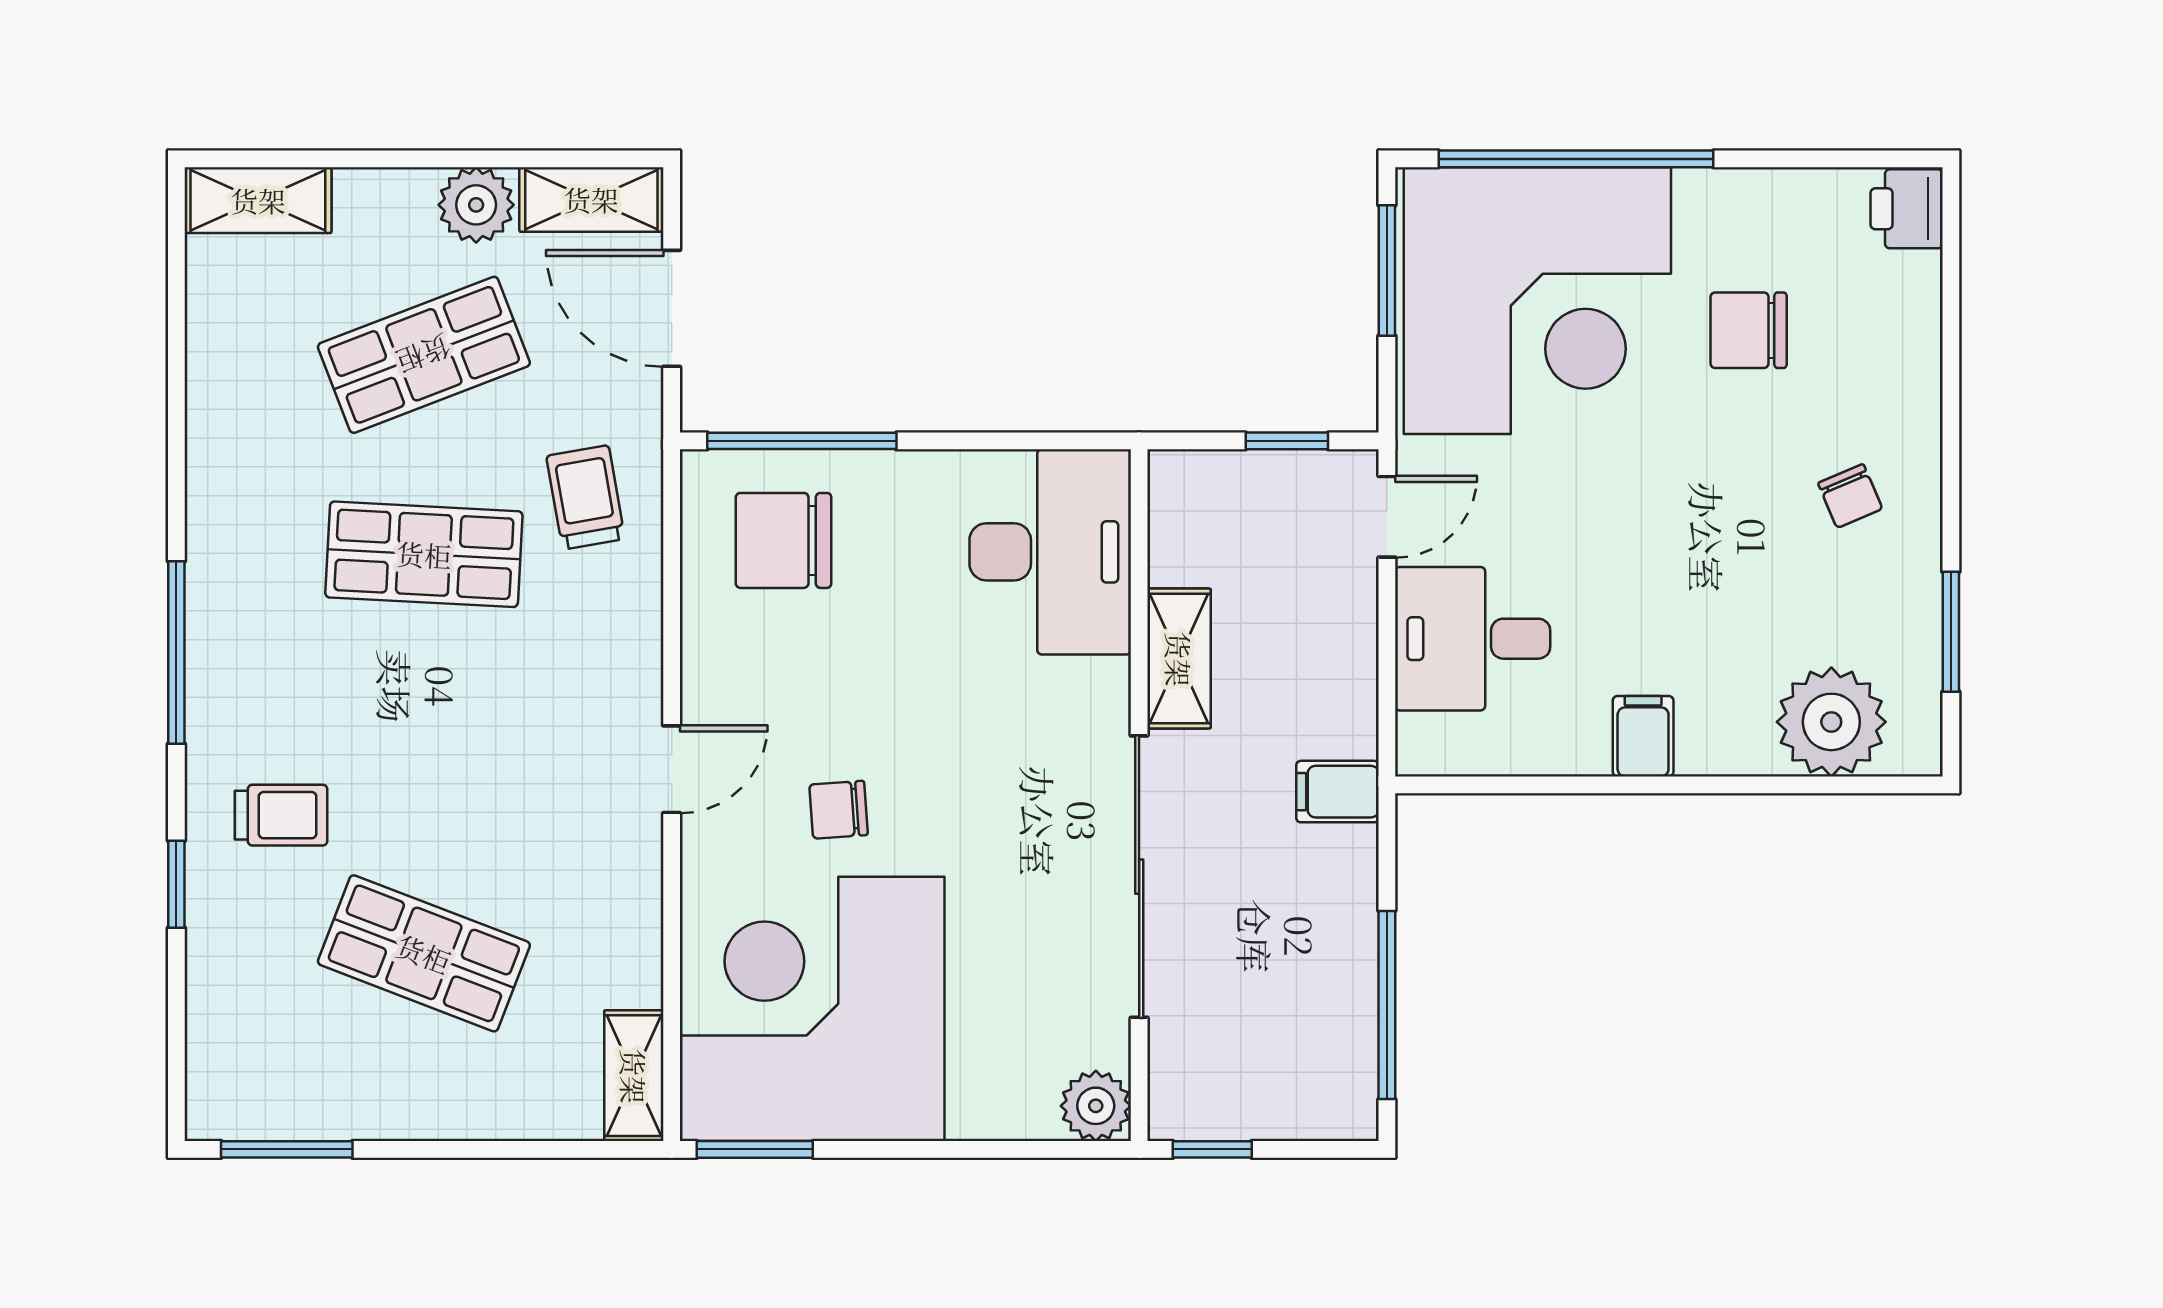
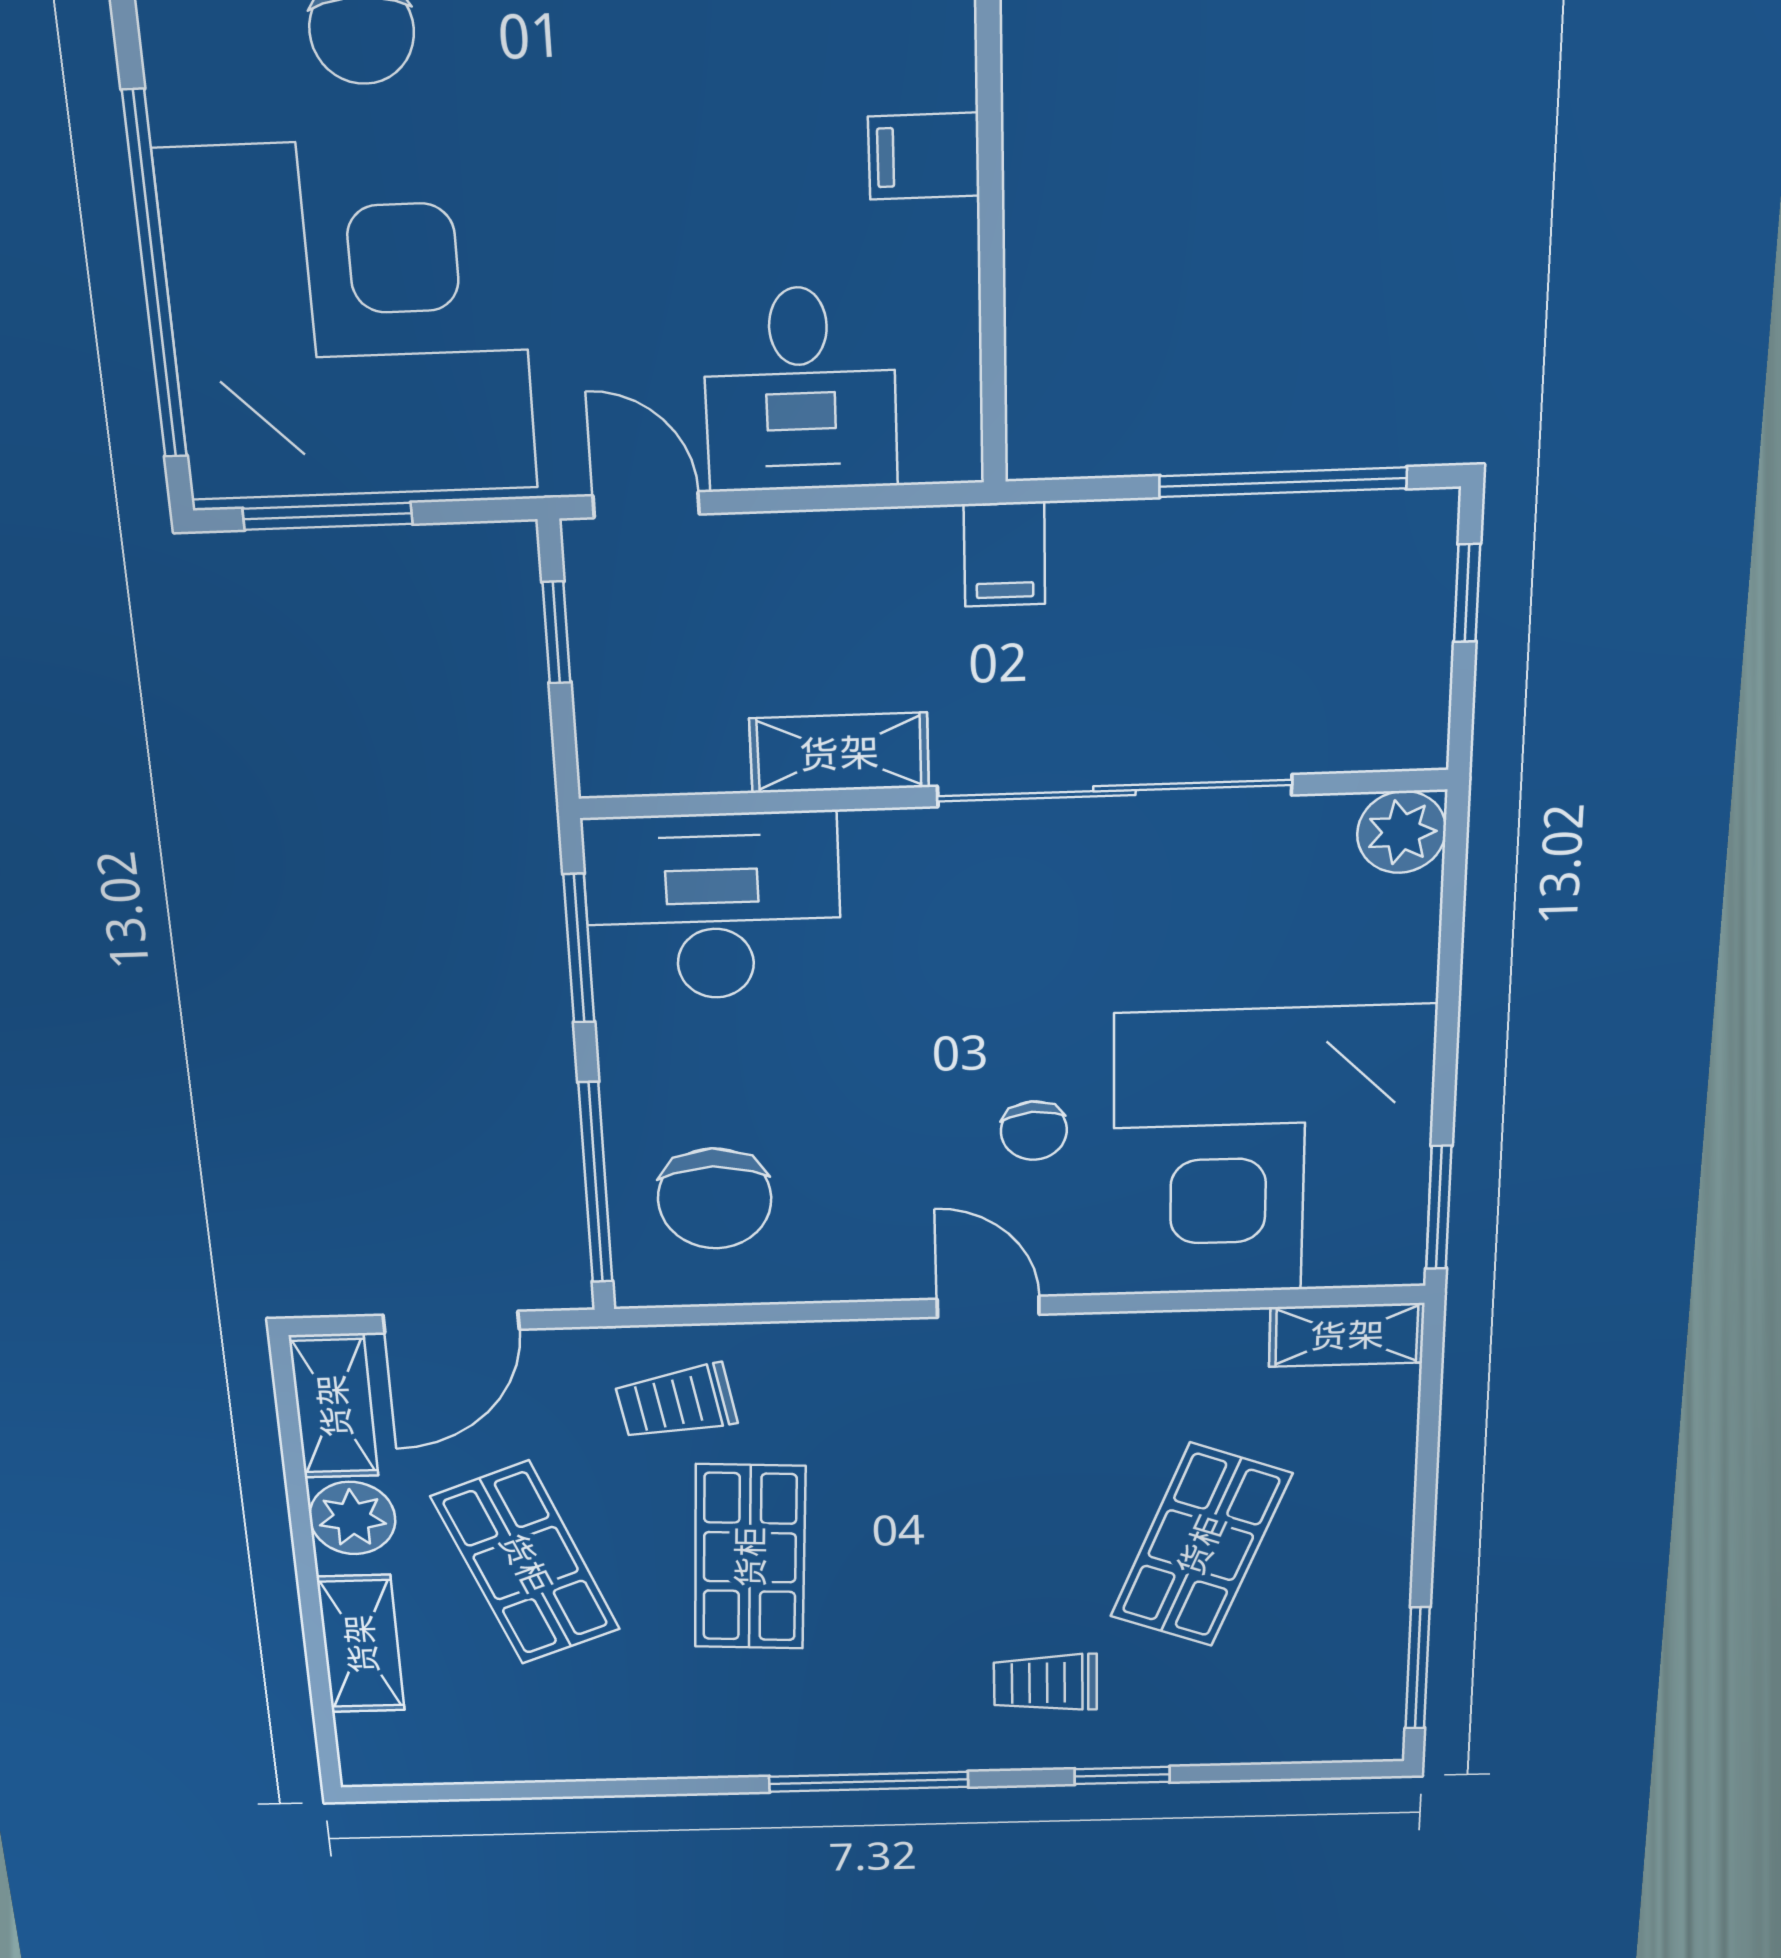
shelving: (258, 200) -> (361, 1644), moved
window: (1017, 441) -> (579, 949), added
trolley: (281, 815) -> (1045, 1683), turned -90
window: (1212, 1149) -> (1467, 593), moved

